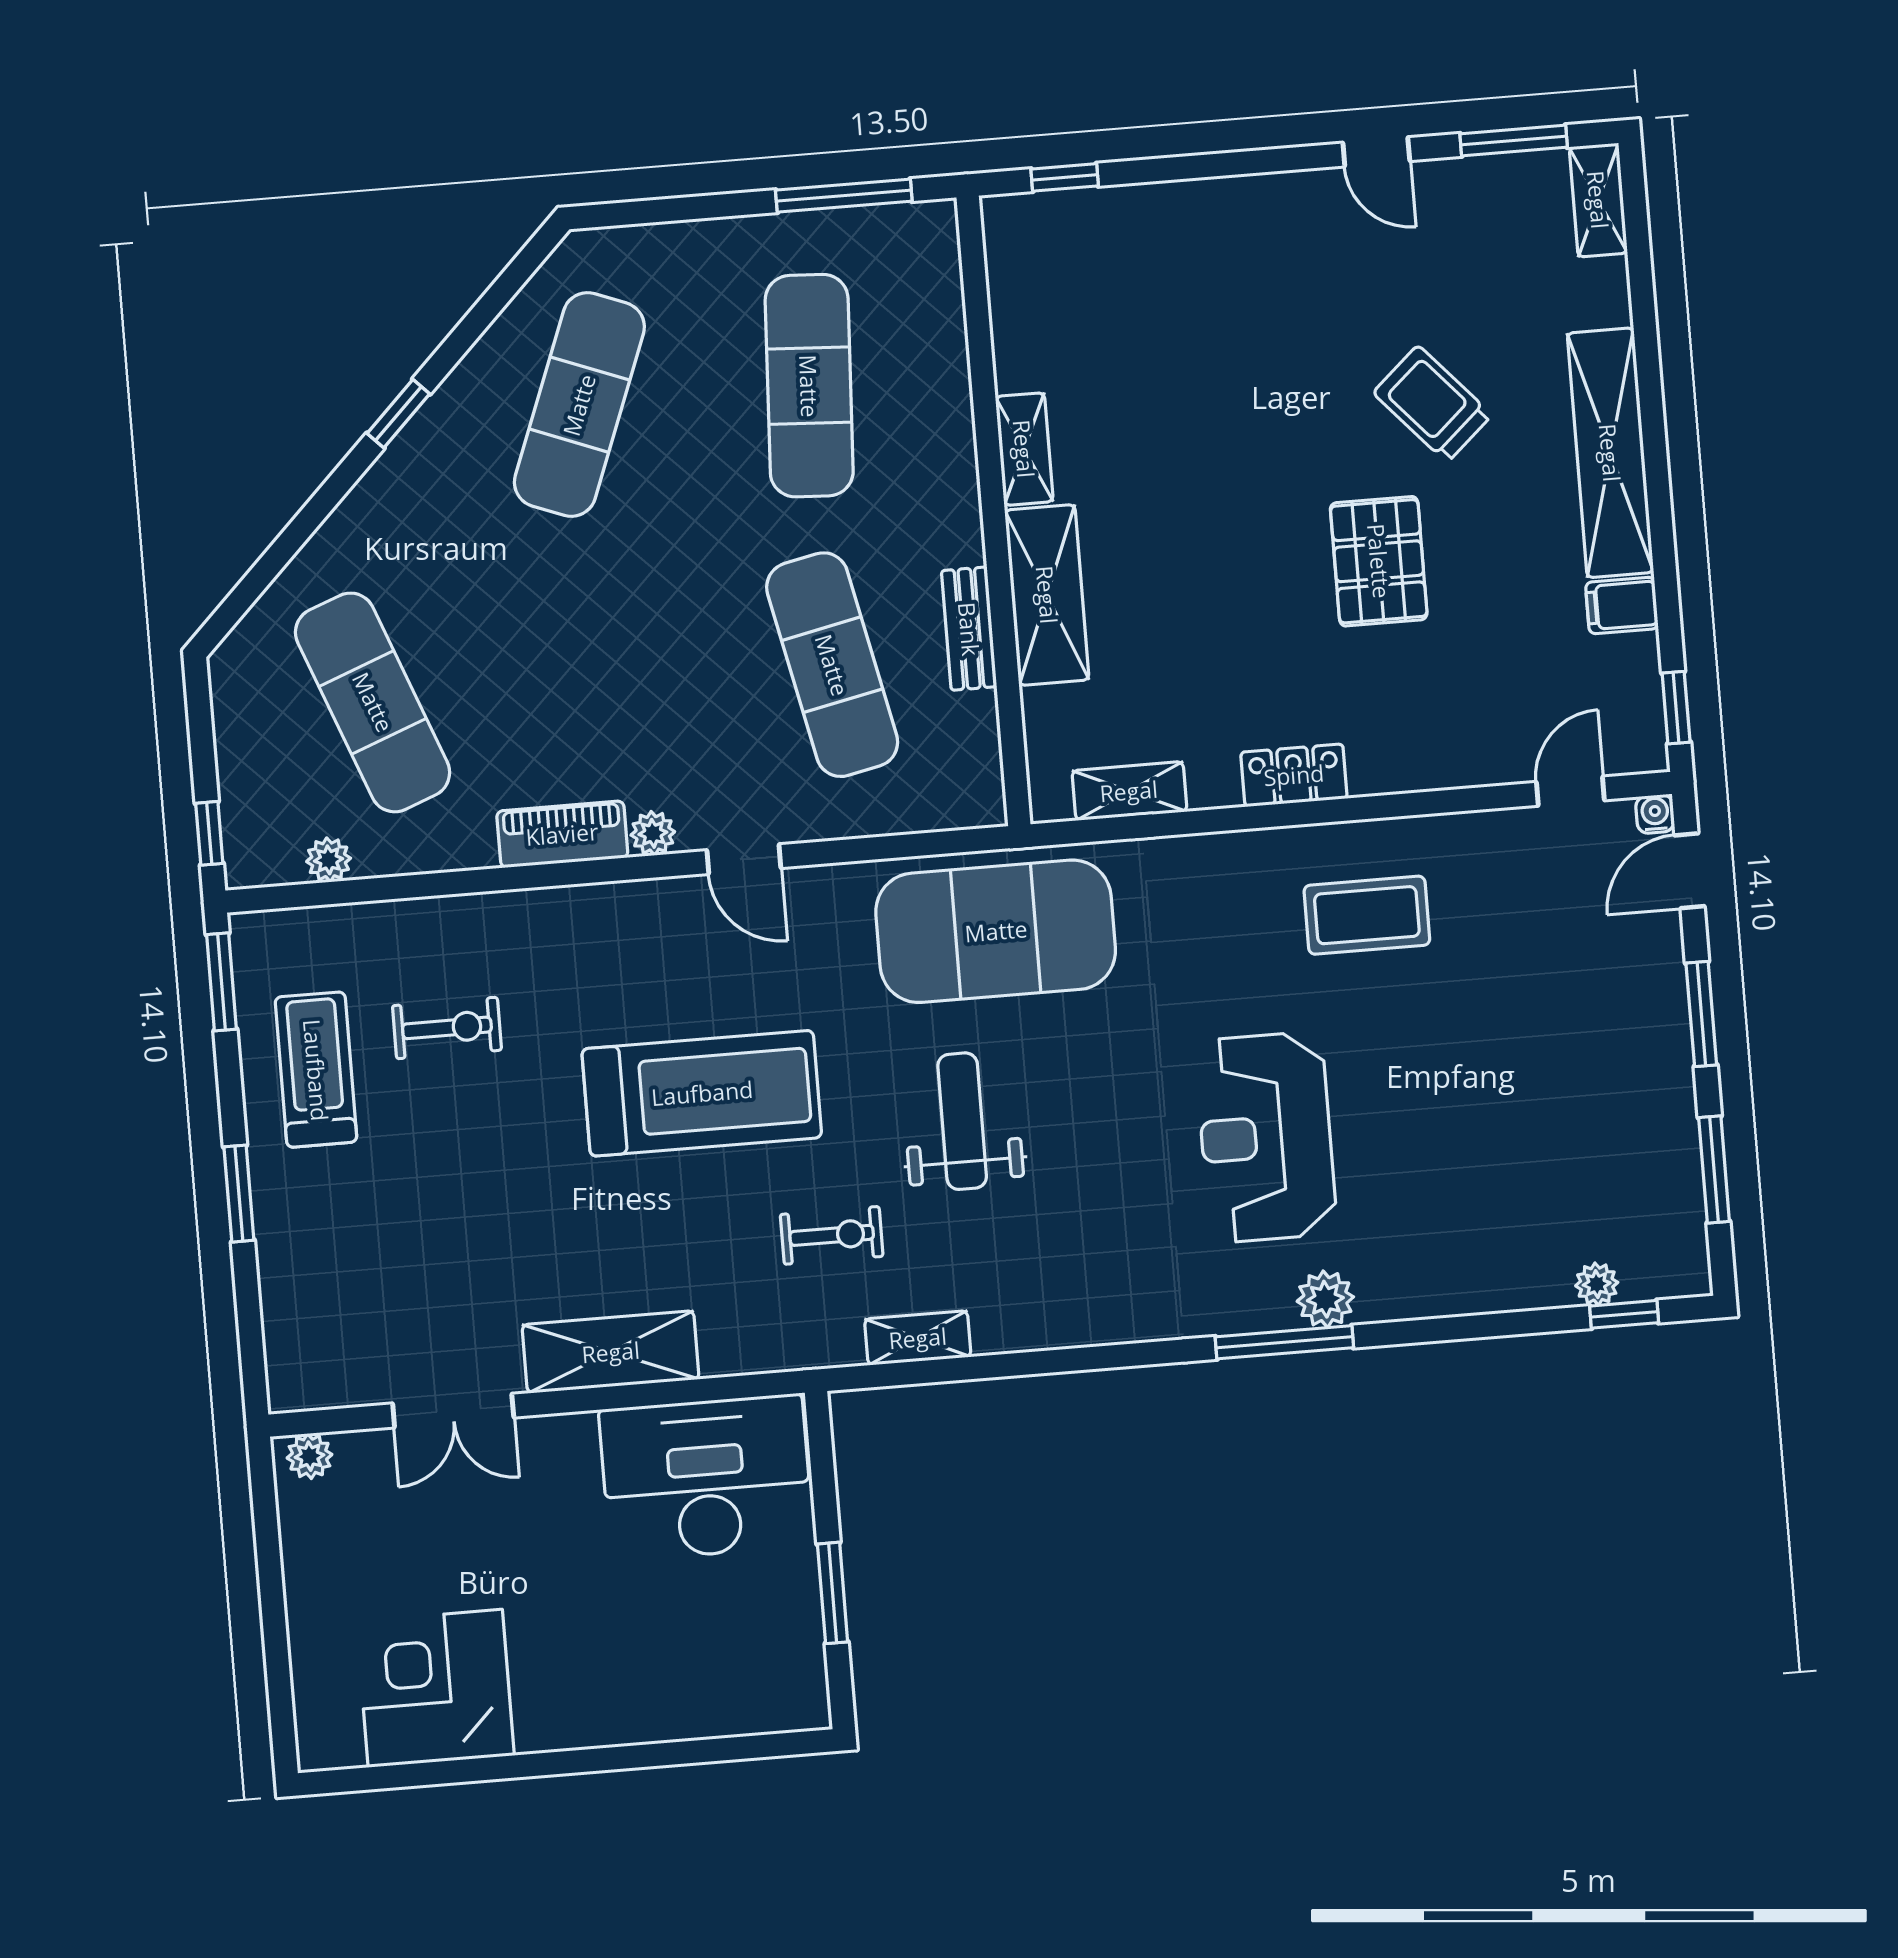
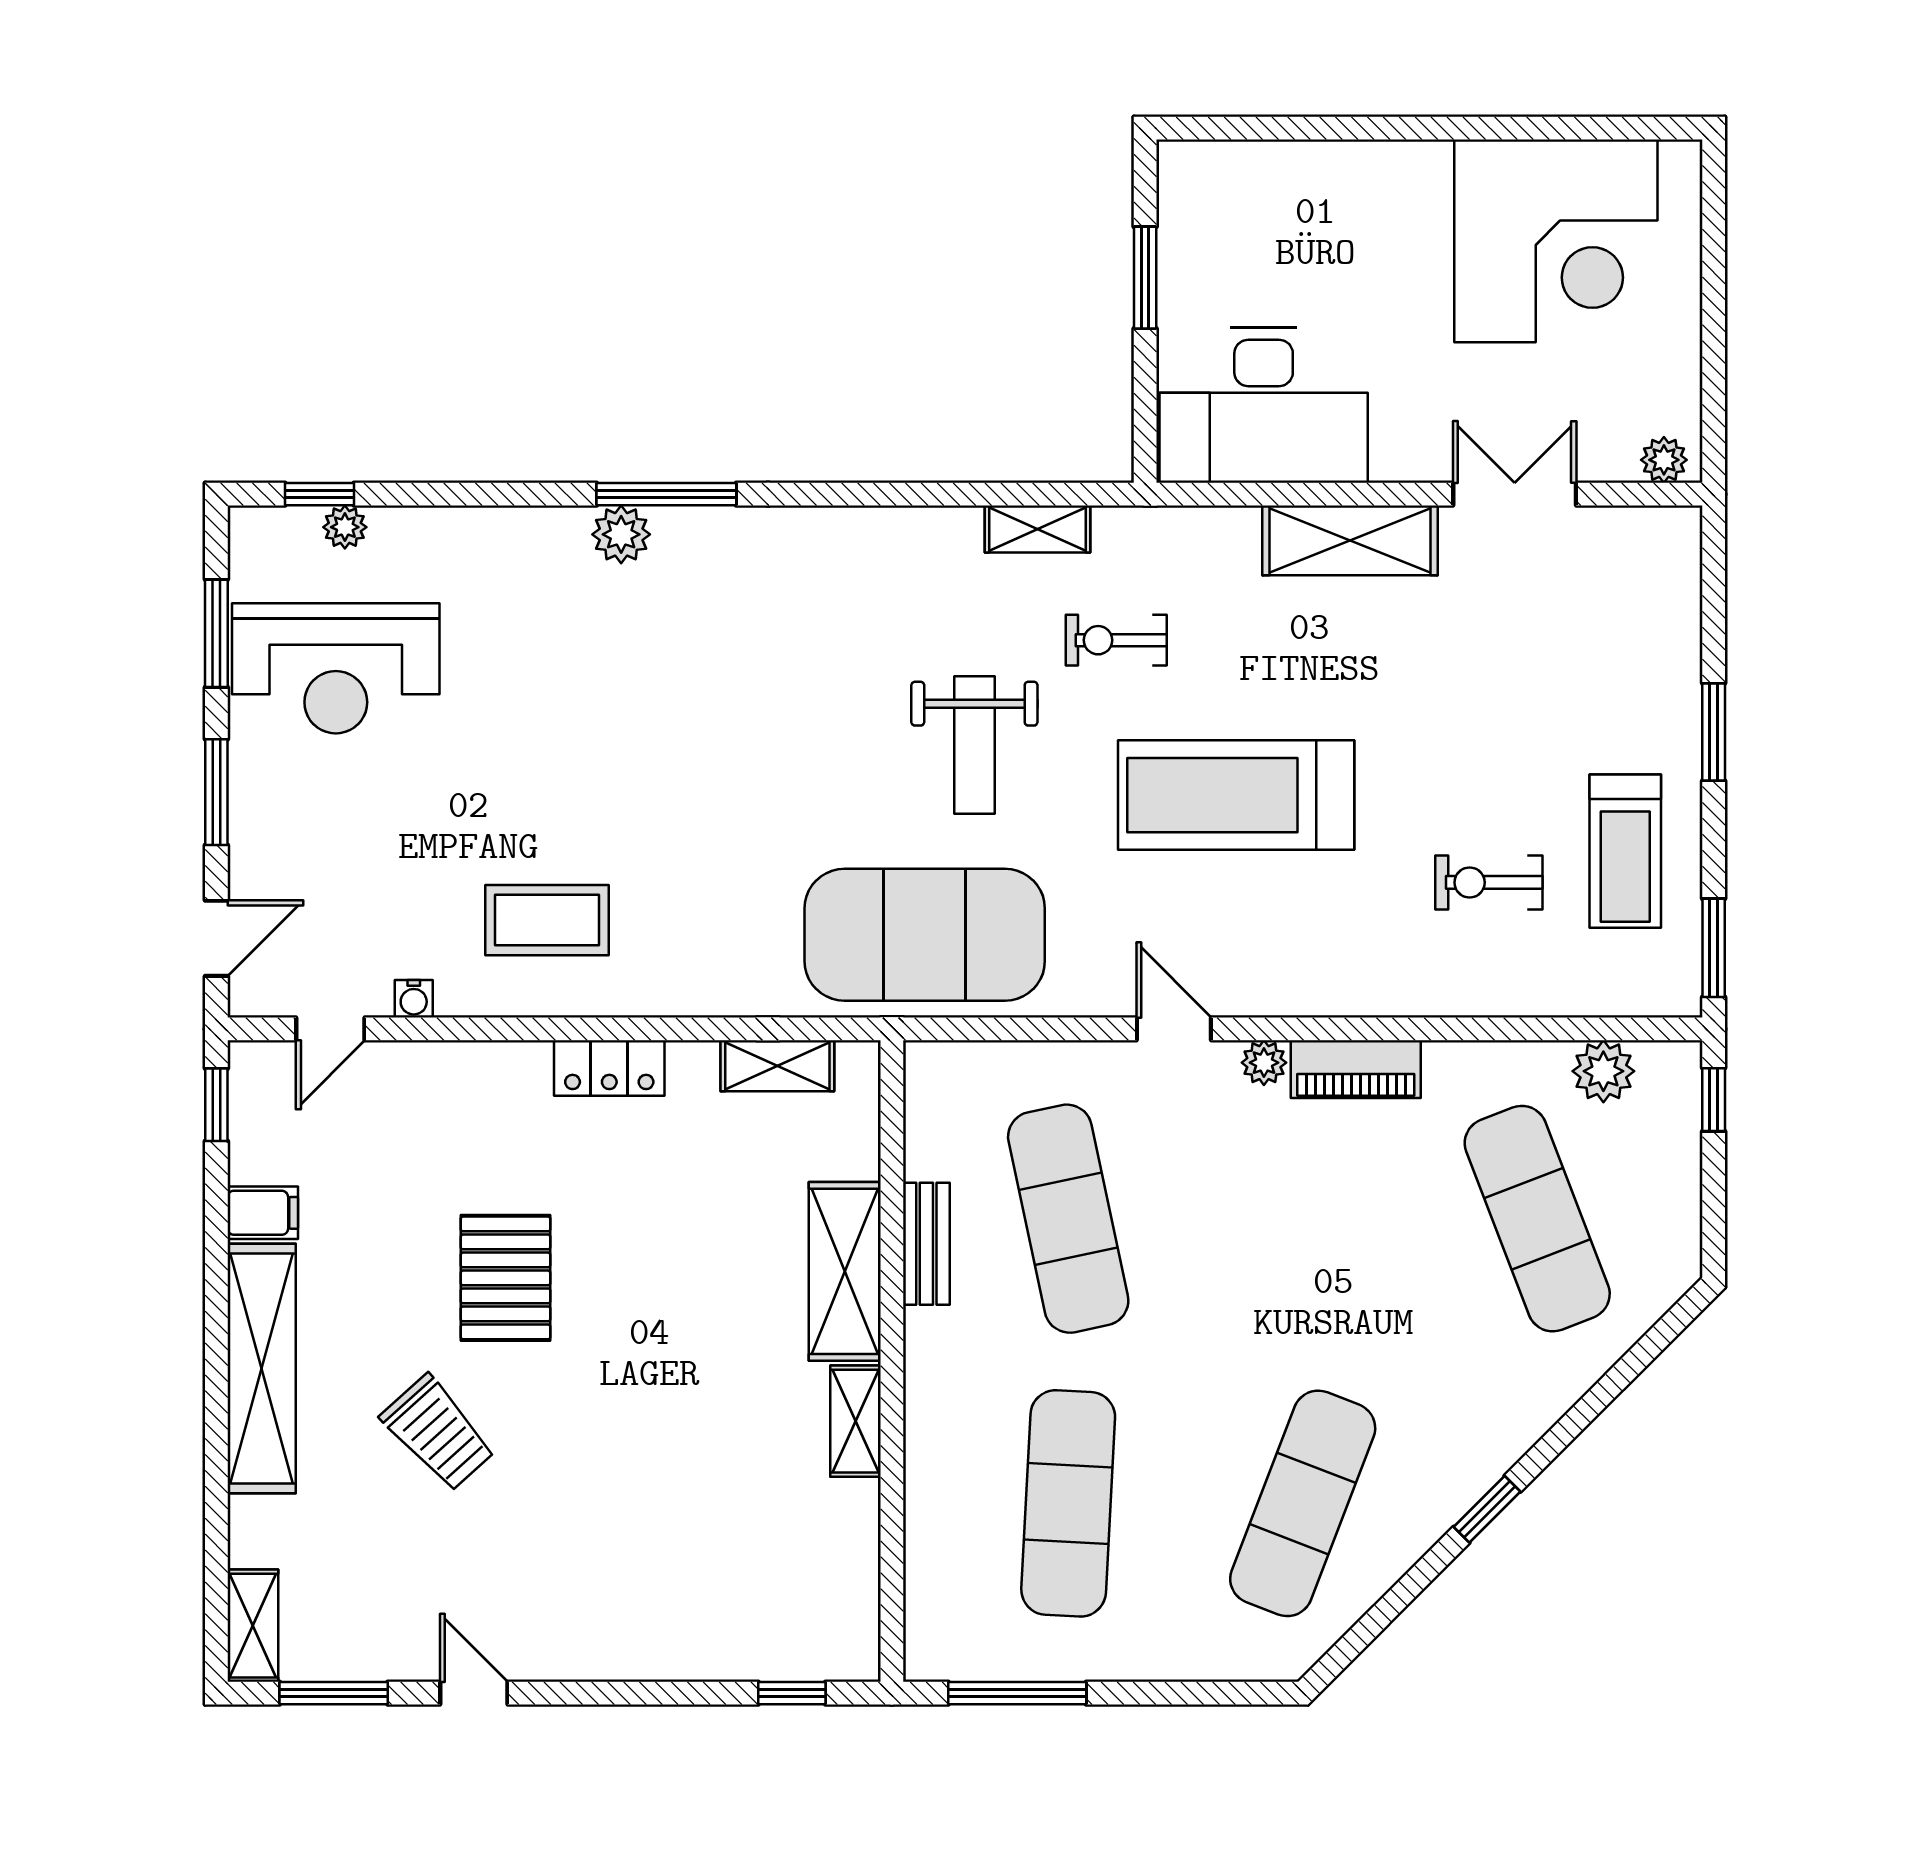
water cooler: (1655, 814) -> (414, 999), moved
plant: (329, 860) -> (1603, 1071), width x1.38, depth x1.38
reception desk: (1266, 1137) -> (336, 668), moved, turned 90
corner desk: (435, 1688) -> (1556, 241), width x1.36, depth x1.36

